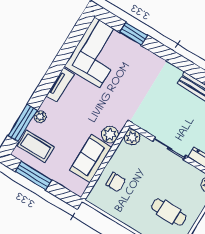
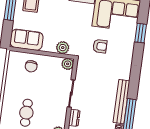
armchair: (128, 89) -> (100, 46), added
sofa: (91, 158) -> (27, 40), moved

